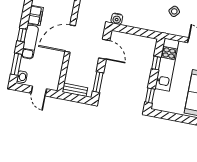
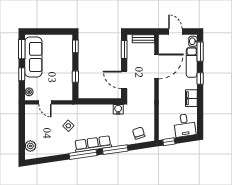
door: (70, 39) -> (156, 66), moved
exam couch: (30, 42) -> (192, 62), moved
kitchen unit: (167, 65) -> (66, 77), removed

